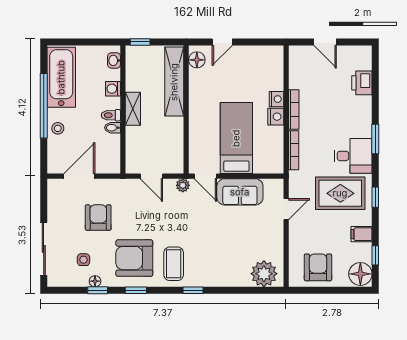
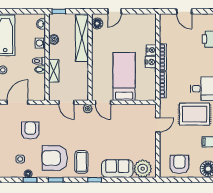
boiler: (133, 83) -> (54, 40), added
shelving: (133, 109) -> (54, 71), moved
sofa: (240, 192) -> (117, 169), moved, turned 180

